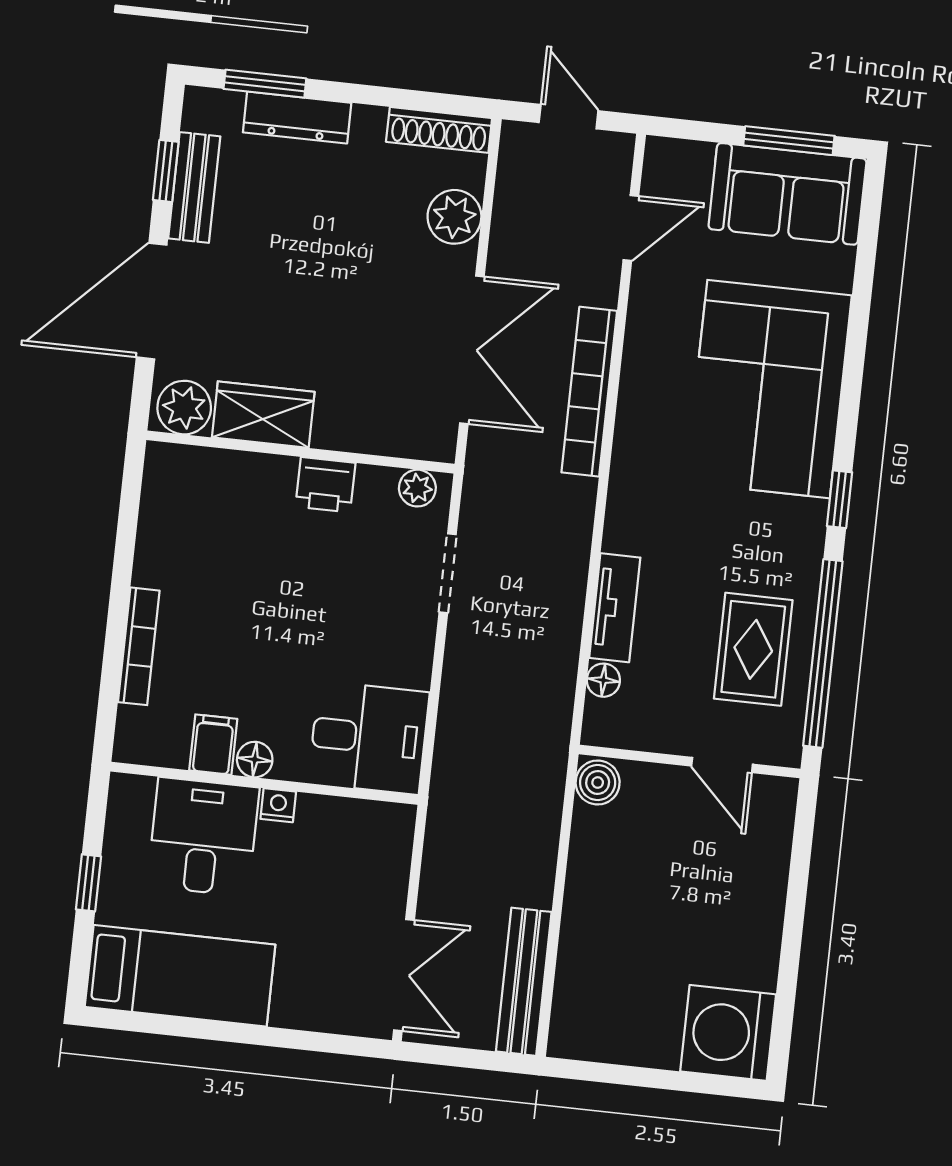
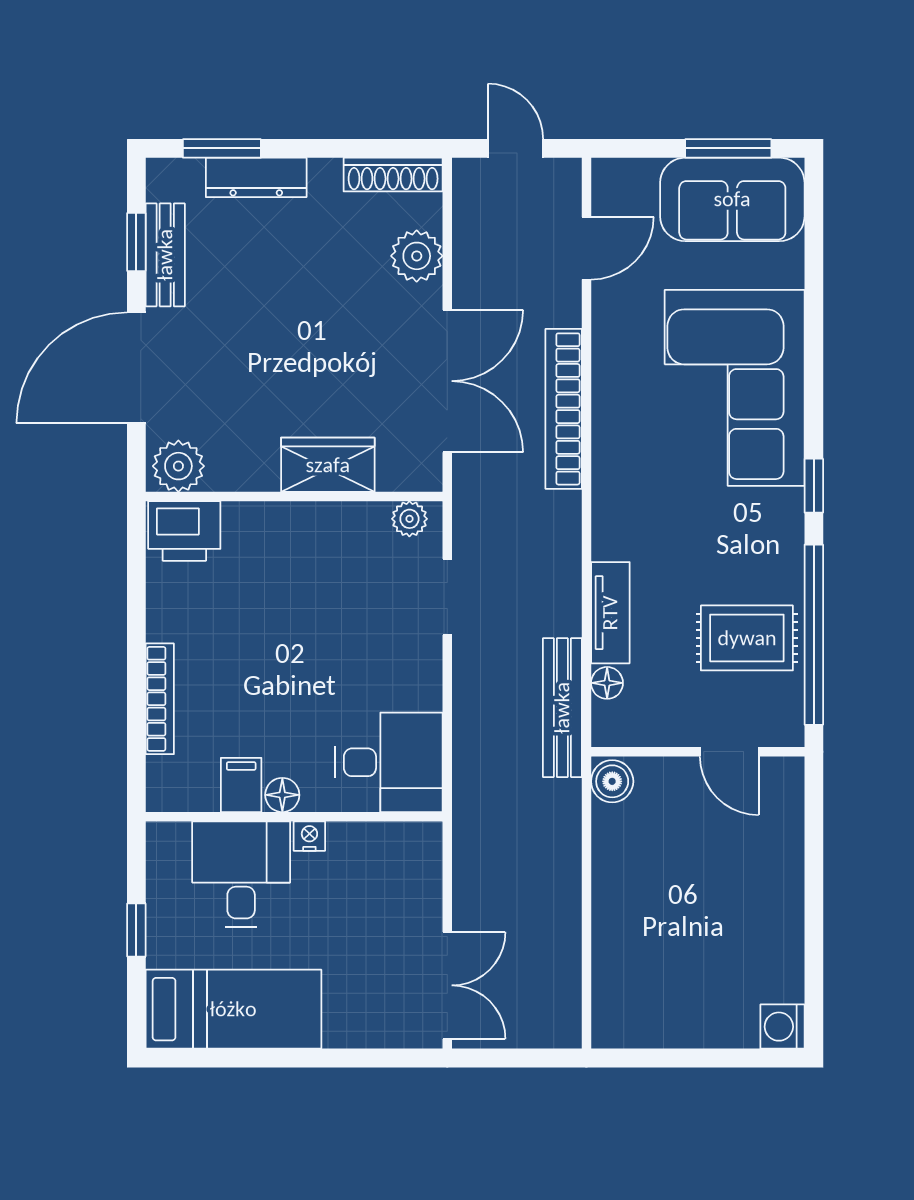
wardrobe: (263, 415) -> (328, 465), moved
printer: (325, 485) -> (184, 531), moved, width x1.36, depth x1.24
rug: (753, 649) -> (747, 638), turned 90
bench: (524, 982) -> (562, 708), moved
washing machine: (728, 1033) -> (782, 1027), width x0.53, depth x0.53

